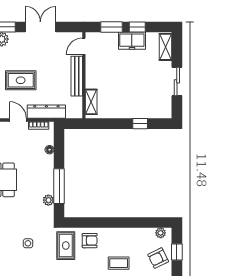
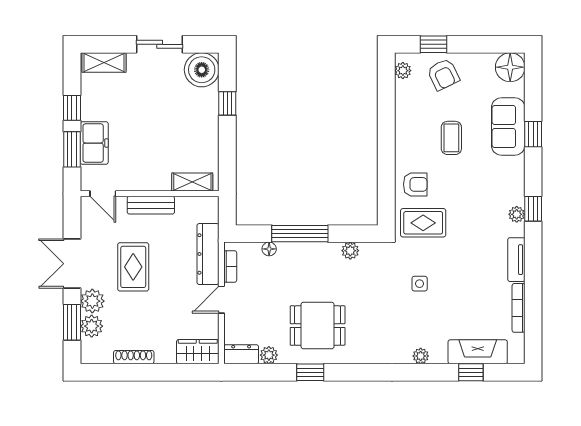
plant: (17, 40) -> (92, 301), added
freezer: (132, 41) -> (94, 143), moved
bench: (77, 76) -> (151, 205), width x0.73
rug: (21, 80) -> (133, 267), moved
boiler: (161, 108) -> (202, 70), added
window: (59, 186) -> (300, 234), moved
armchair: (90, 241) -> (415, 184), turned 90

